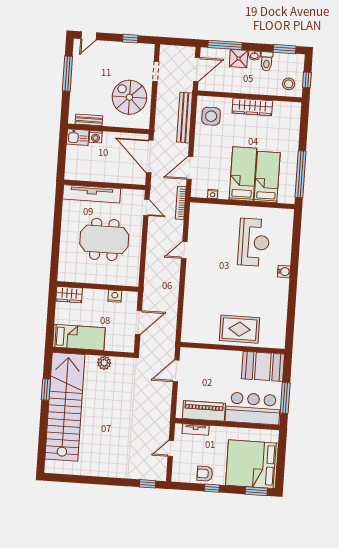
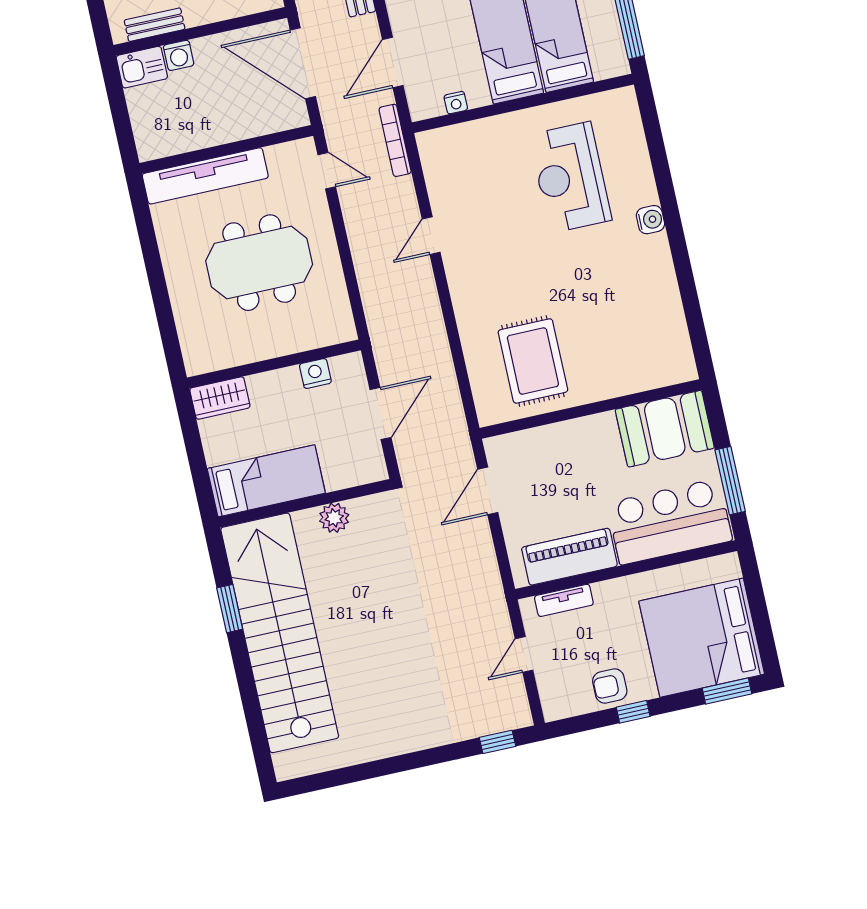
reception desk: (254, 242) -> (570, 177), turned 180
rug: (239, 329) -> (533, 361), moved, turned 90

